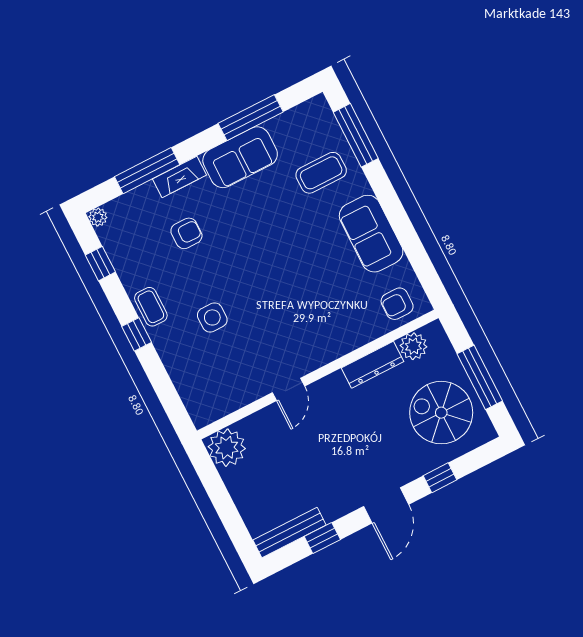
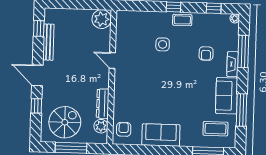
coffee table: (321, 173) -> (215, 129), moved, turned 90
bench: (290, 533) -> (48, 42), moved
window: (322, 538) -> (39, 28), moved

